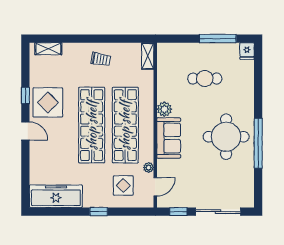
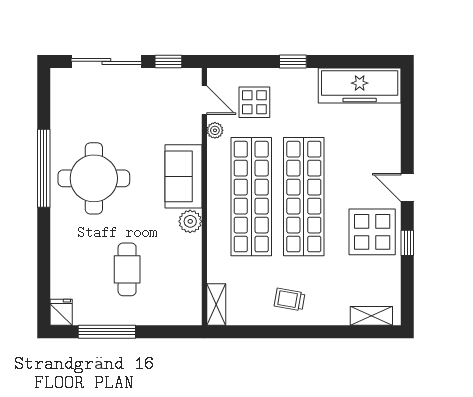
cafe table: (205, 78) -> (127, 269), turned 90
door: (155, 187) -> (204, 100), swing flipped

